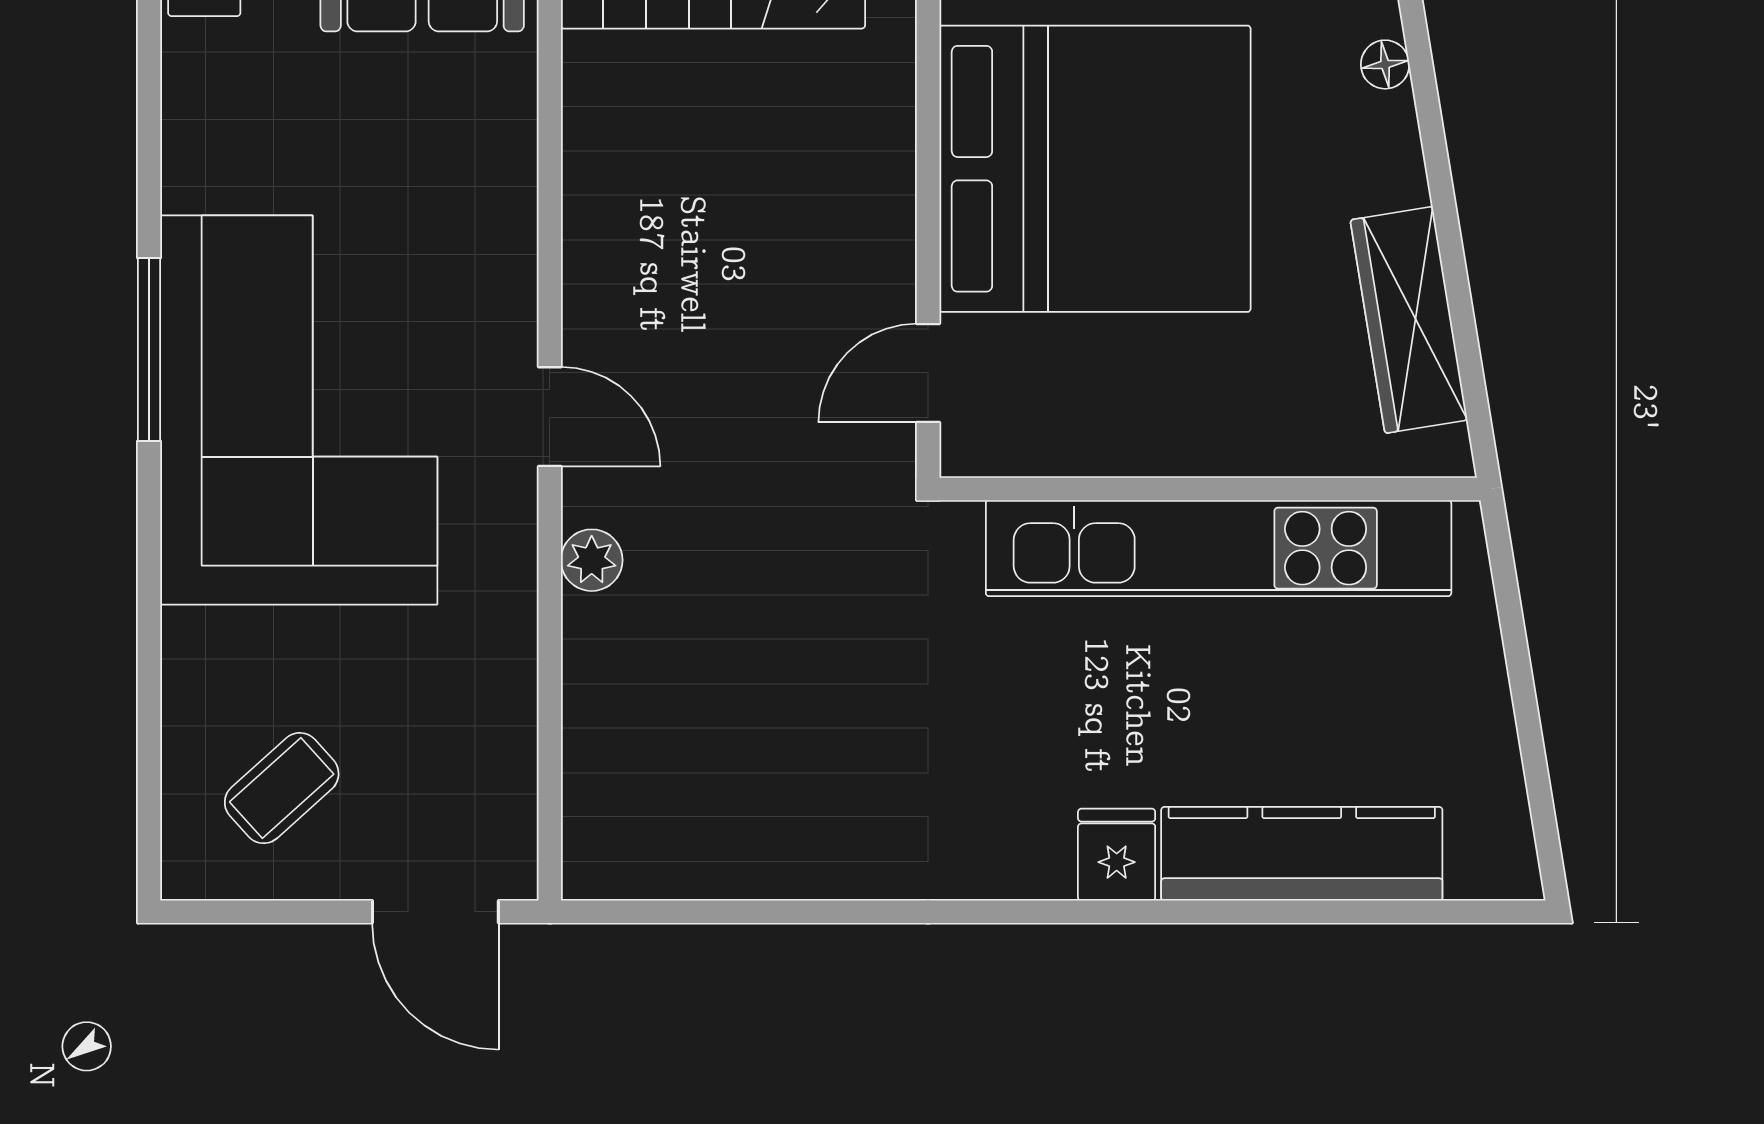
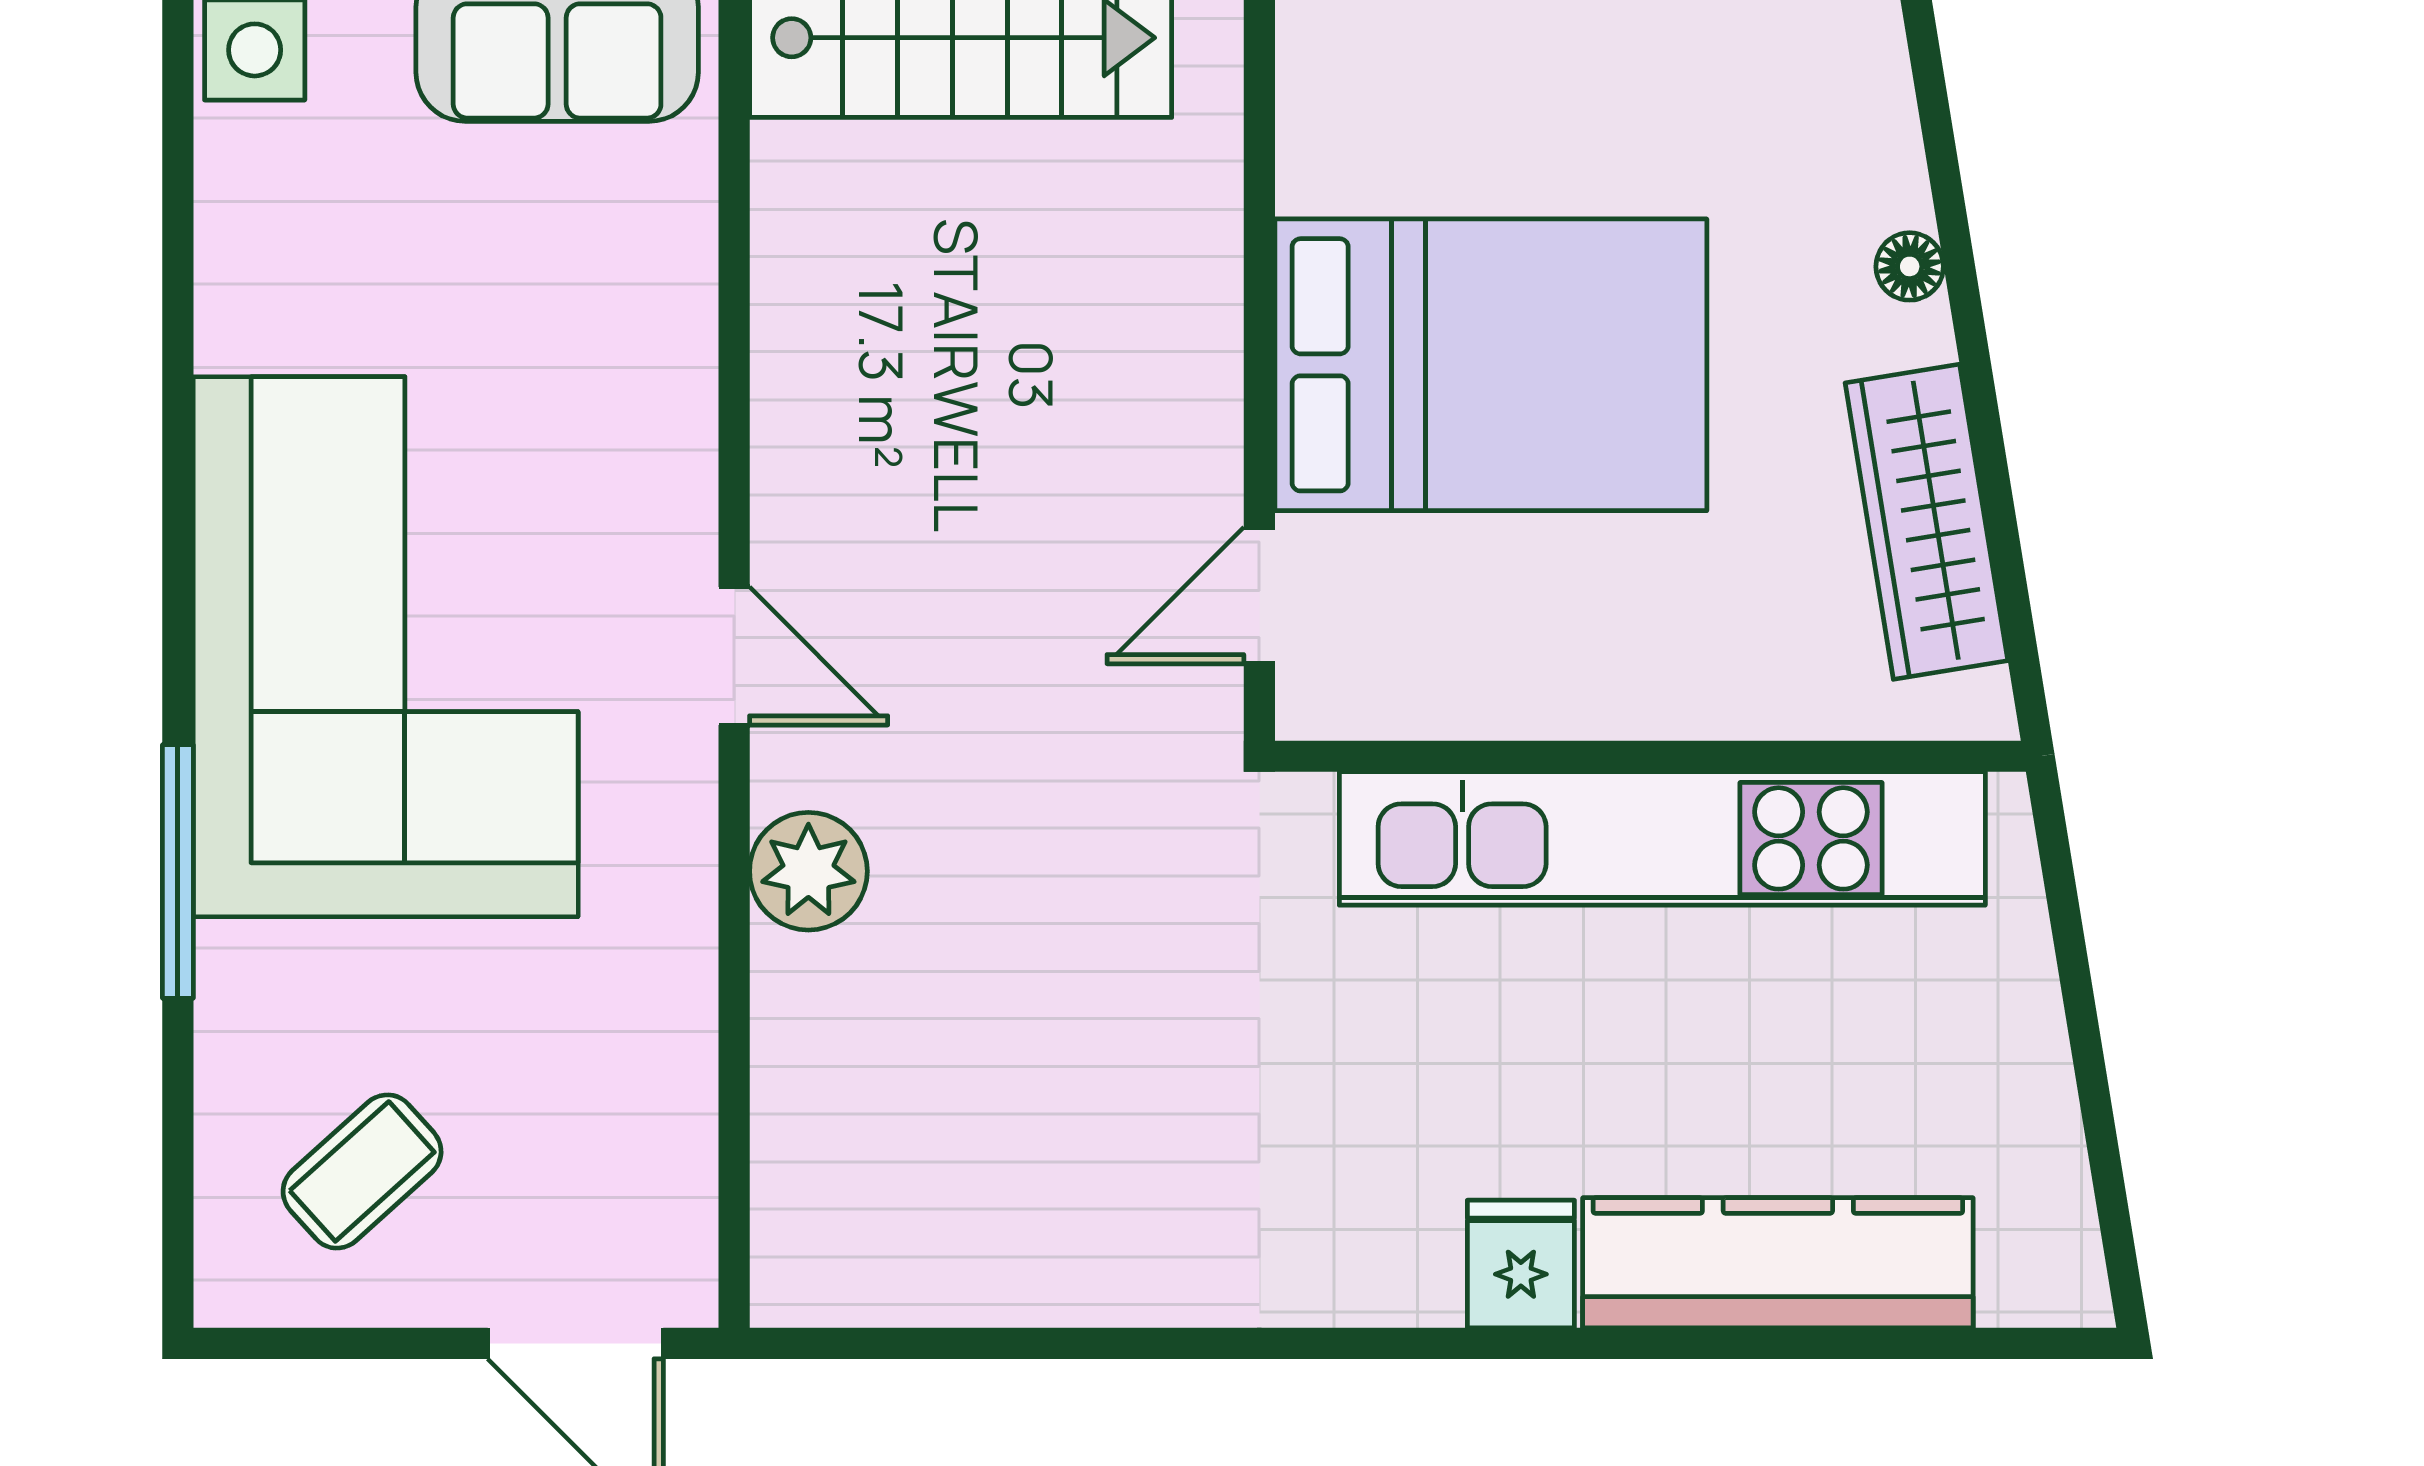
floor lamp: (1385, 64) -> (1910, 266), moved
bed: (1095, 169) -> (1491, 365), width x0.73
window: (149, 350) -> (178, 872), moved
plant: (592, 560) -> (808, 871), width x1.38, depth x1.38

